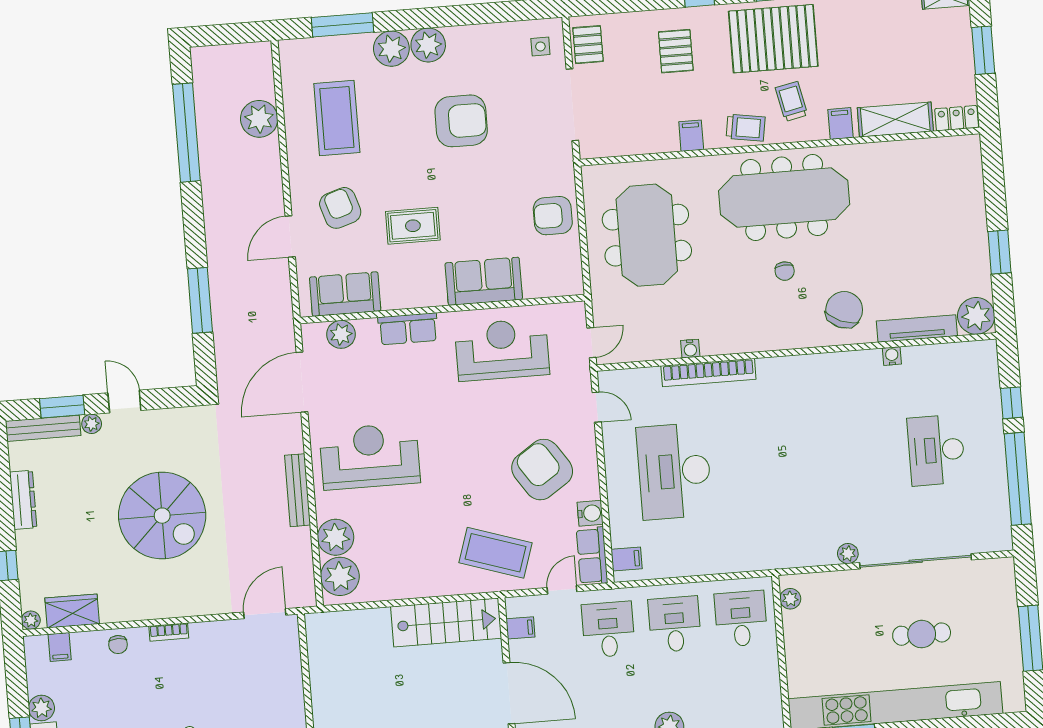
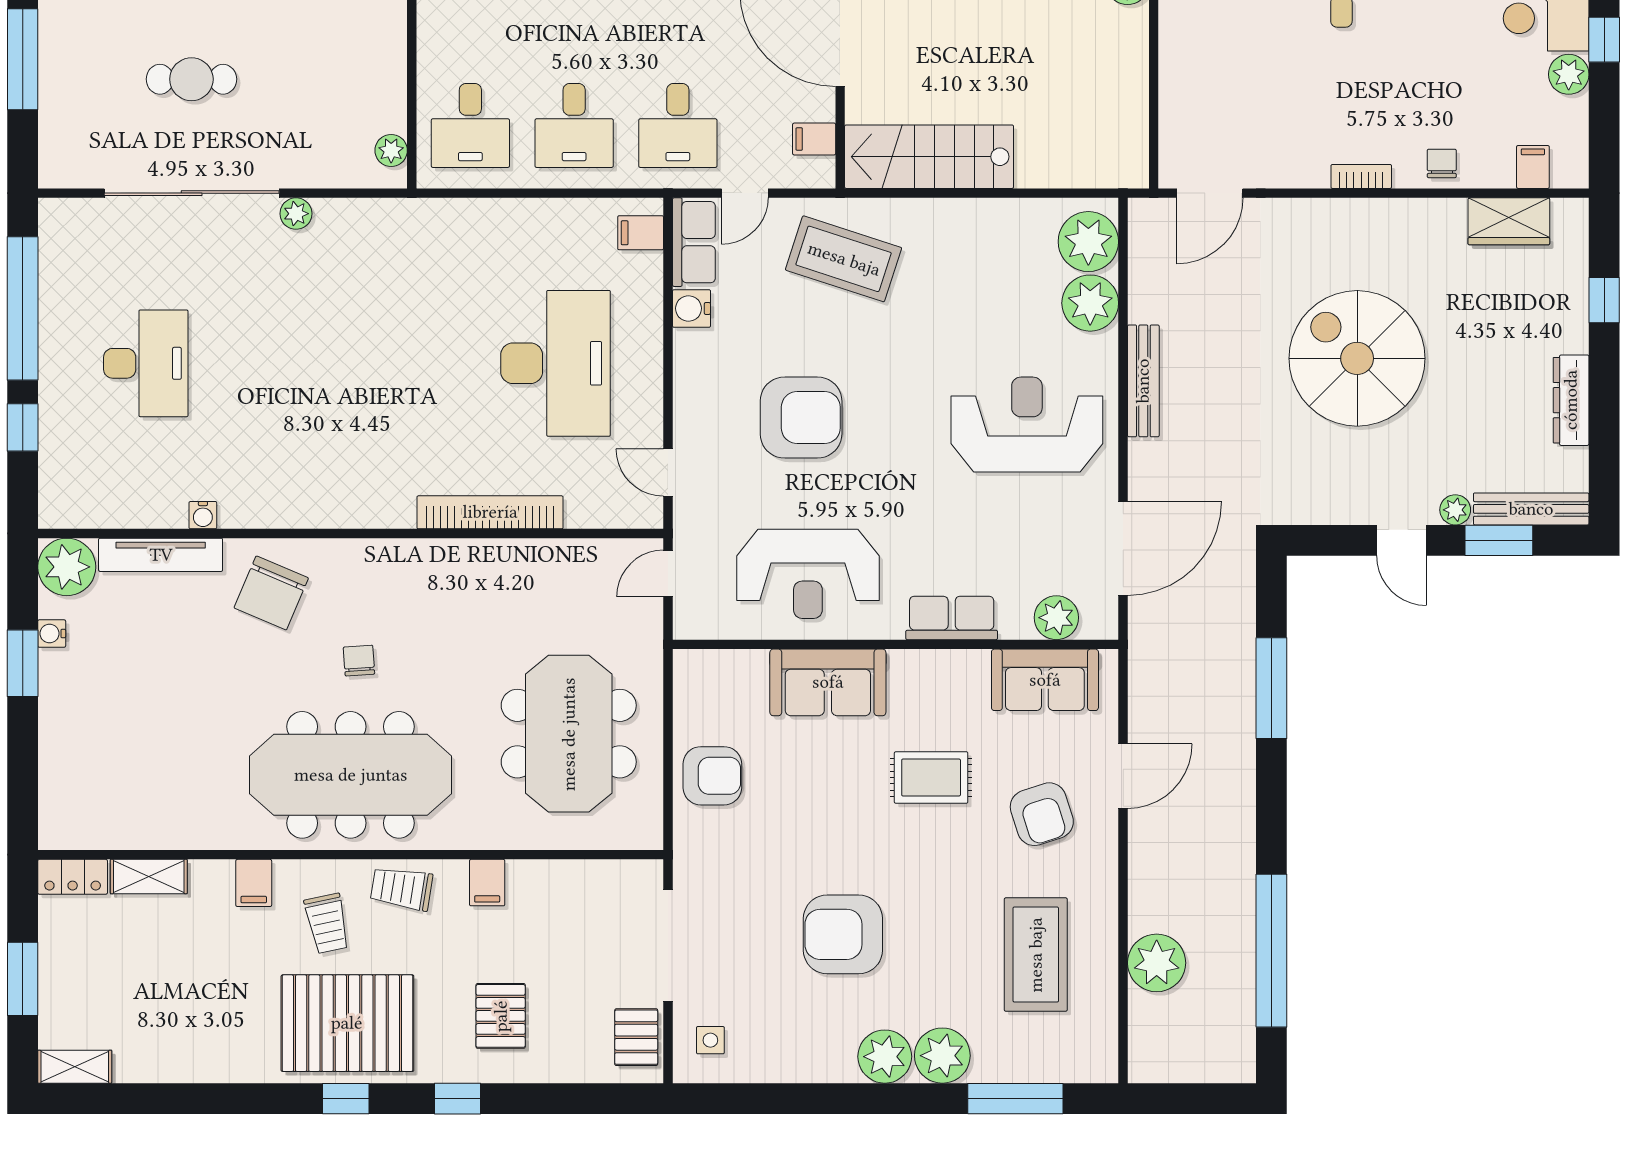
shelving: (895, 120) -> (149, 877), width x0.67, depth x0.75
water cooler: (690, 349) -> (52, 634), moved, turned -90
reception desk: (370, 456) -> (1027, 425), turned 180
armchair: (542, 470) -> (801, 418), moved, turned -56
plant: (31, 620) -> (1574, 212), removed

